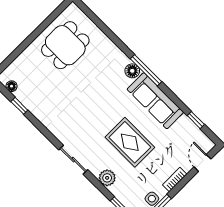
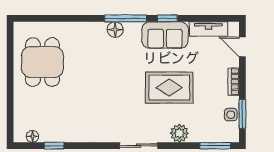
sofa: (155, 101) -> (165, 35), width x0.73
window: (196, 120) -> (167, 18), moved
tv unit: (192, 130) -> (208, 29), added

